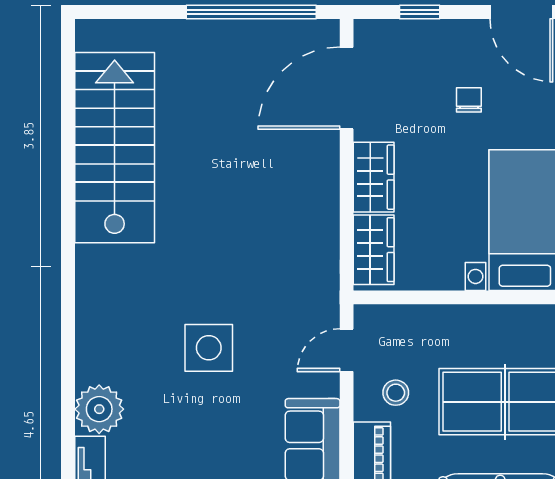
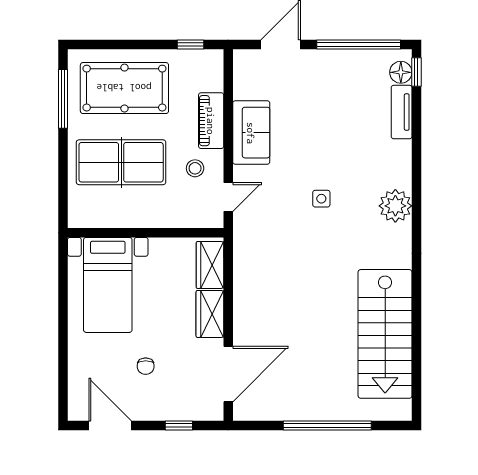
window: (251, 12) -> (327, 426), moved
side table: (209, 348) -> (321, 199), width x0.54, depth x0.54
plant: (99, 409) -> (395, 206), moved

